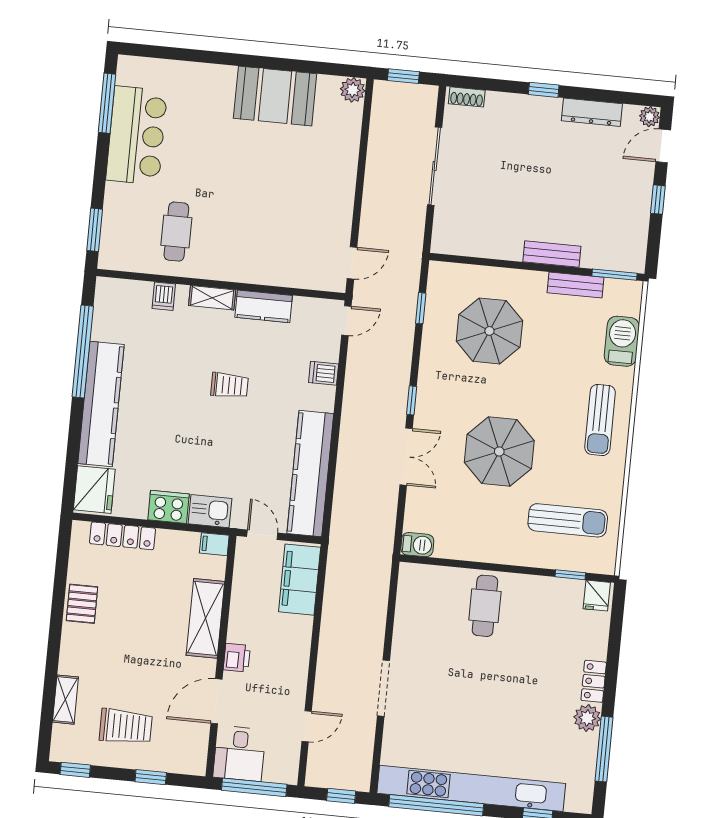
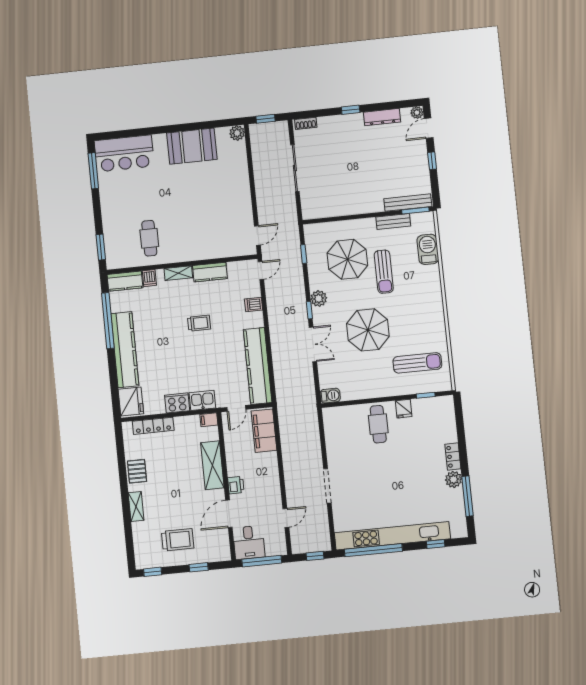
bar counter: (137, 135) -> (124, 153), moved, turned 90
bench: (552, 254) -> (408, 203), moved, width x1.36
kitchen counter: (123, 293) -> (125, 281), added
plant: (430, 385) -> (319, 299), added
sun lounger: (600, 420) -> (384, 272), moved
door: (262, 535) -> (236, 408), swing flipped
fridge: (597, 596) -> (404, 409), moved
shelving: (65, 700) -> (136, 506), moved

